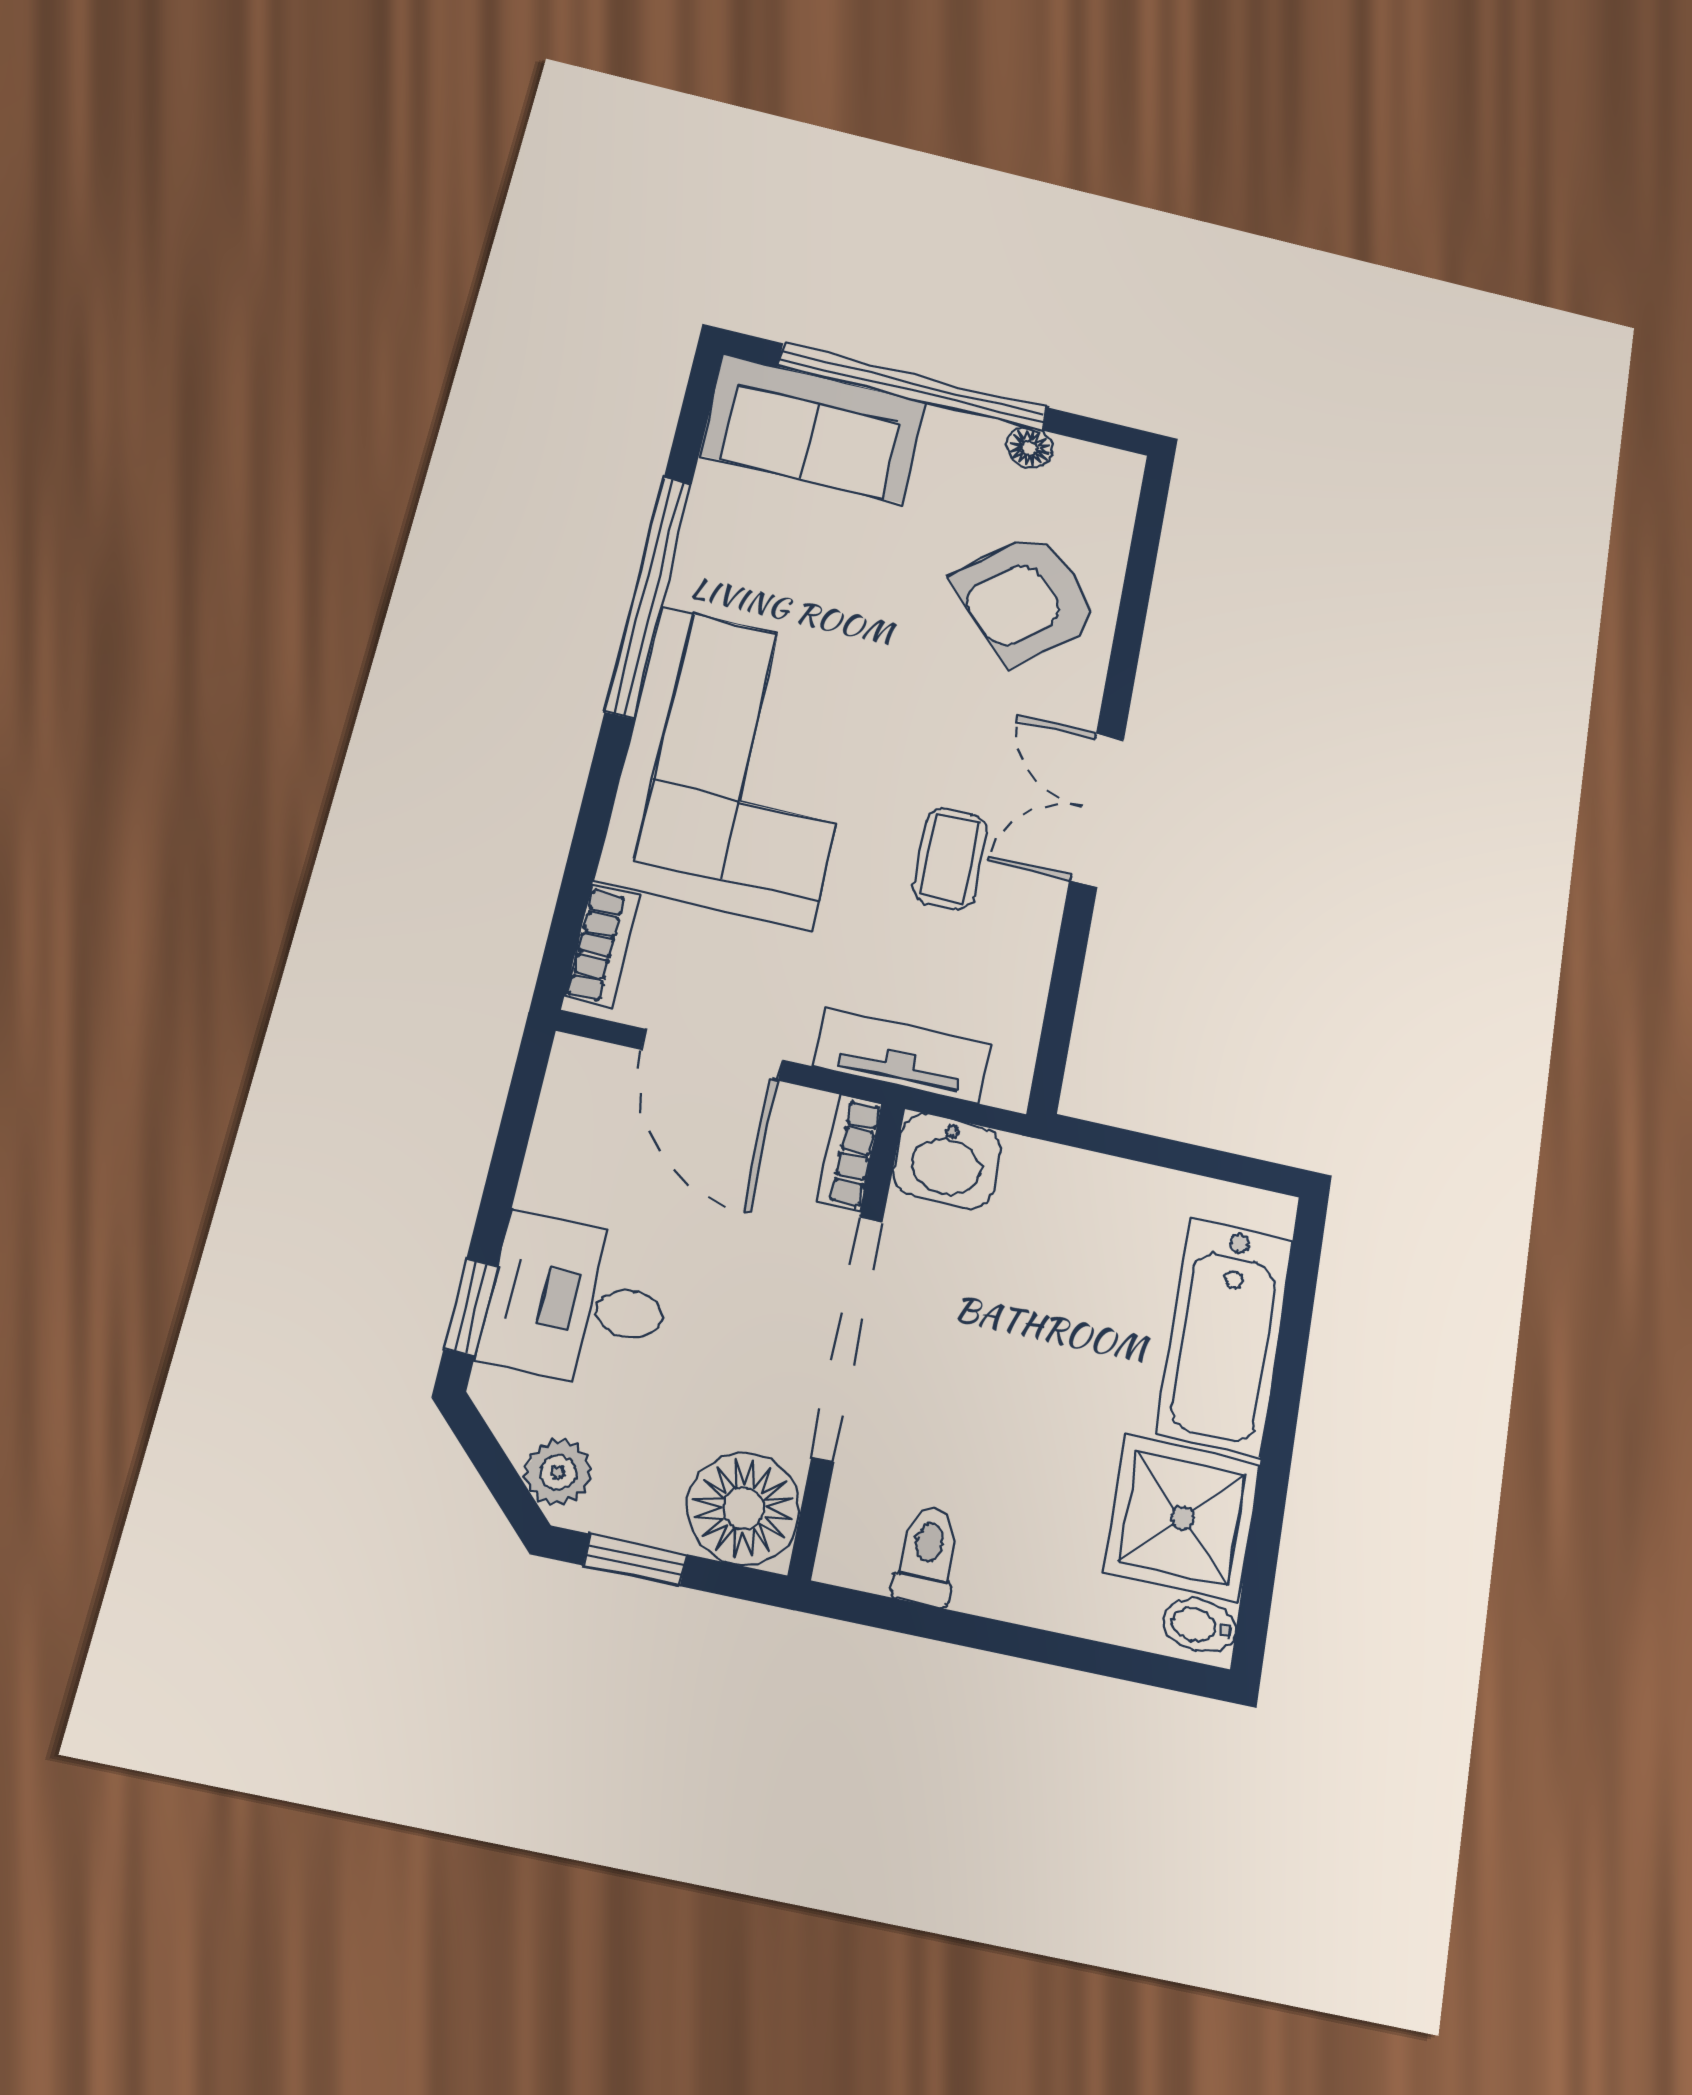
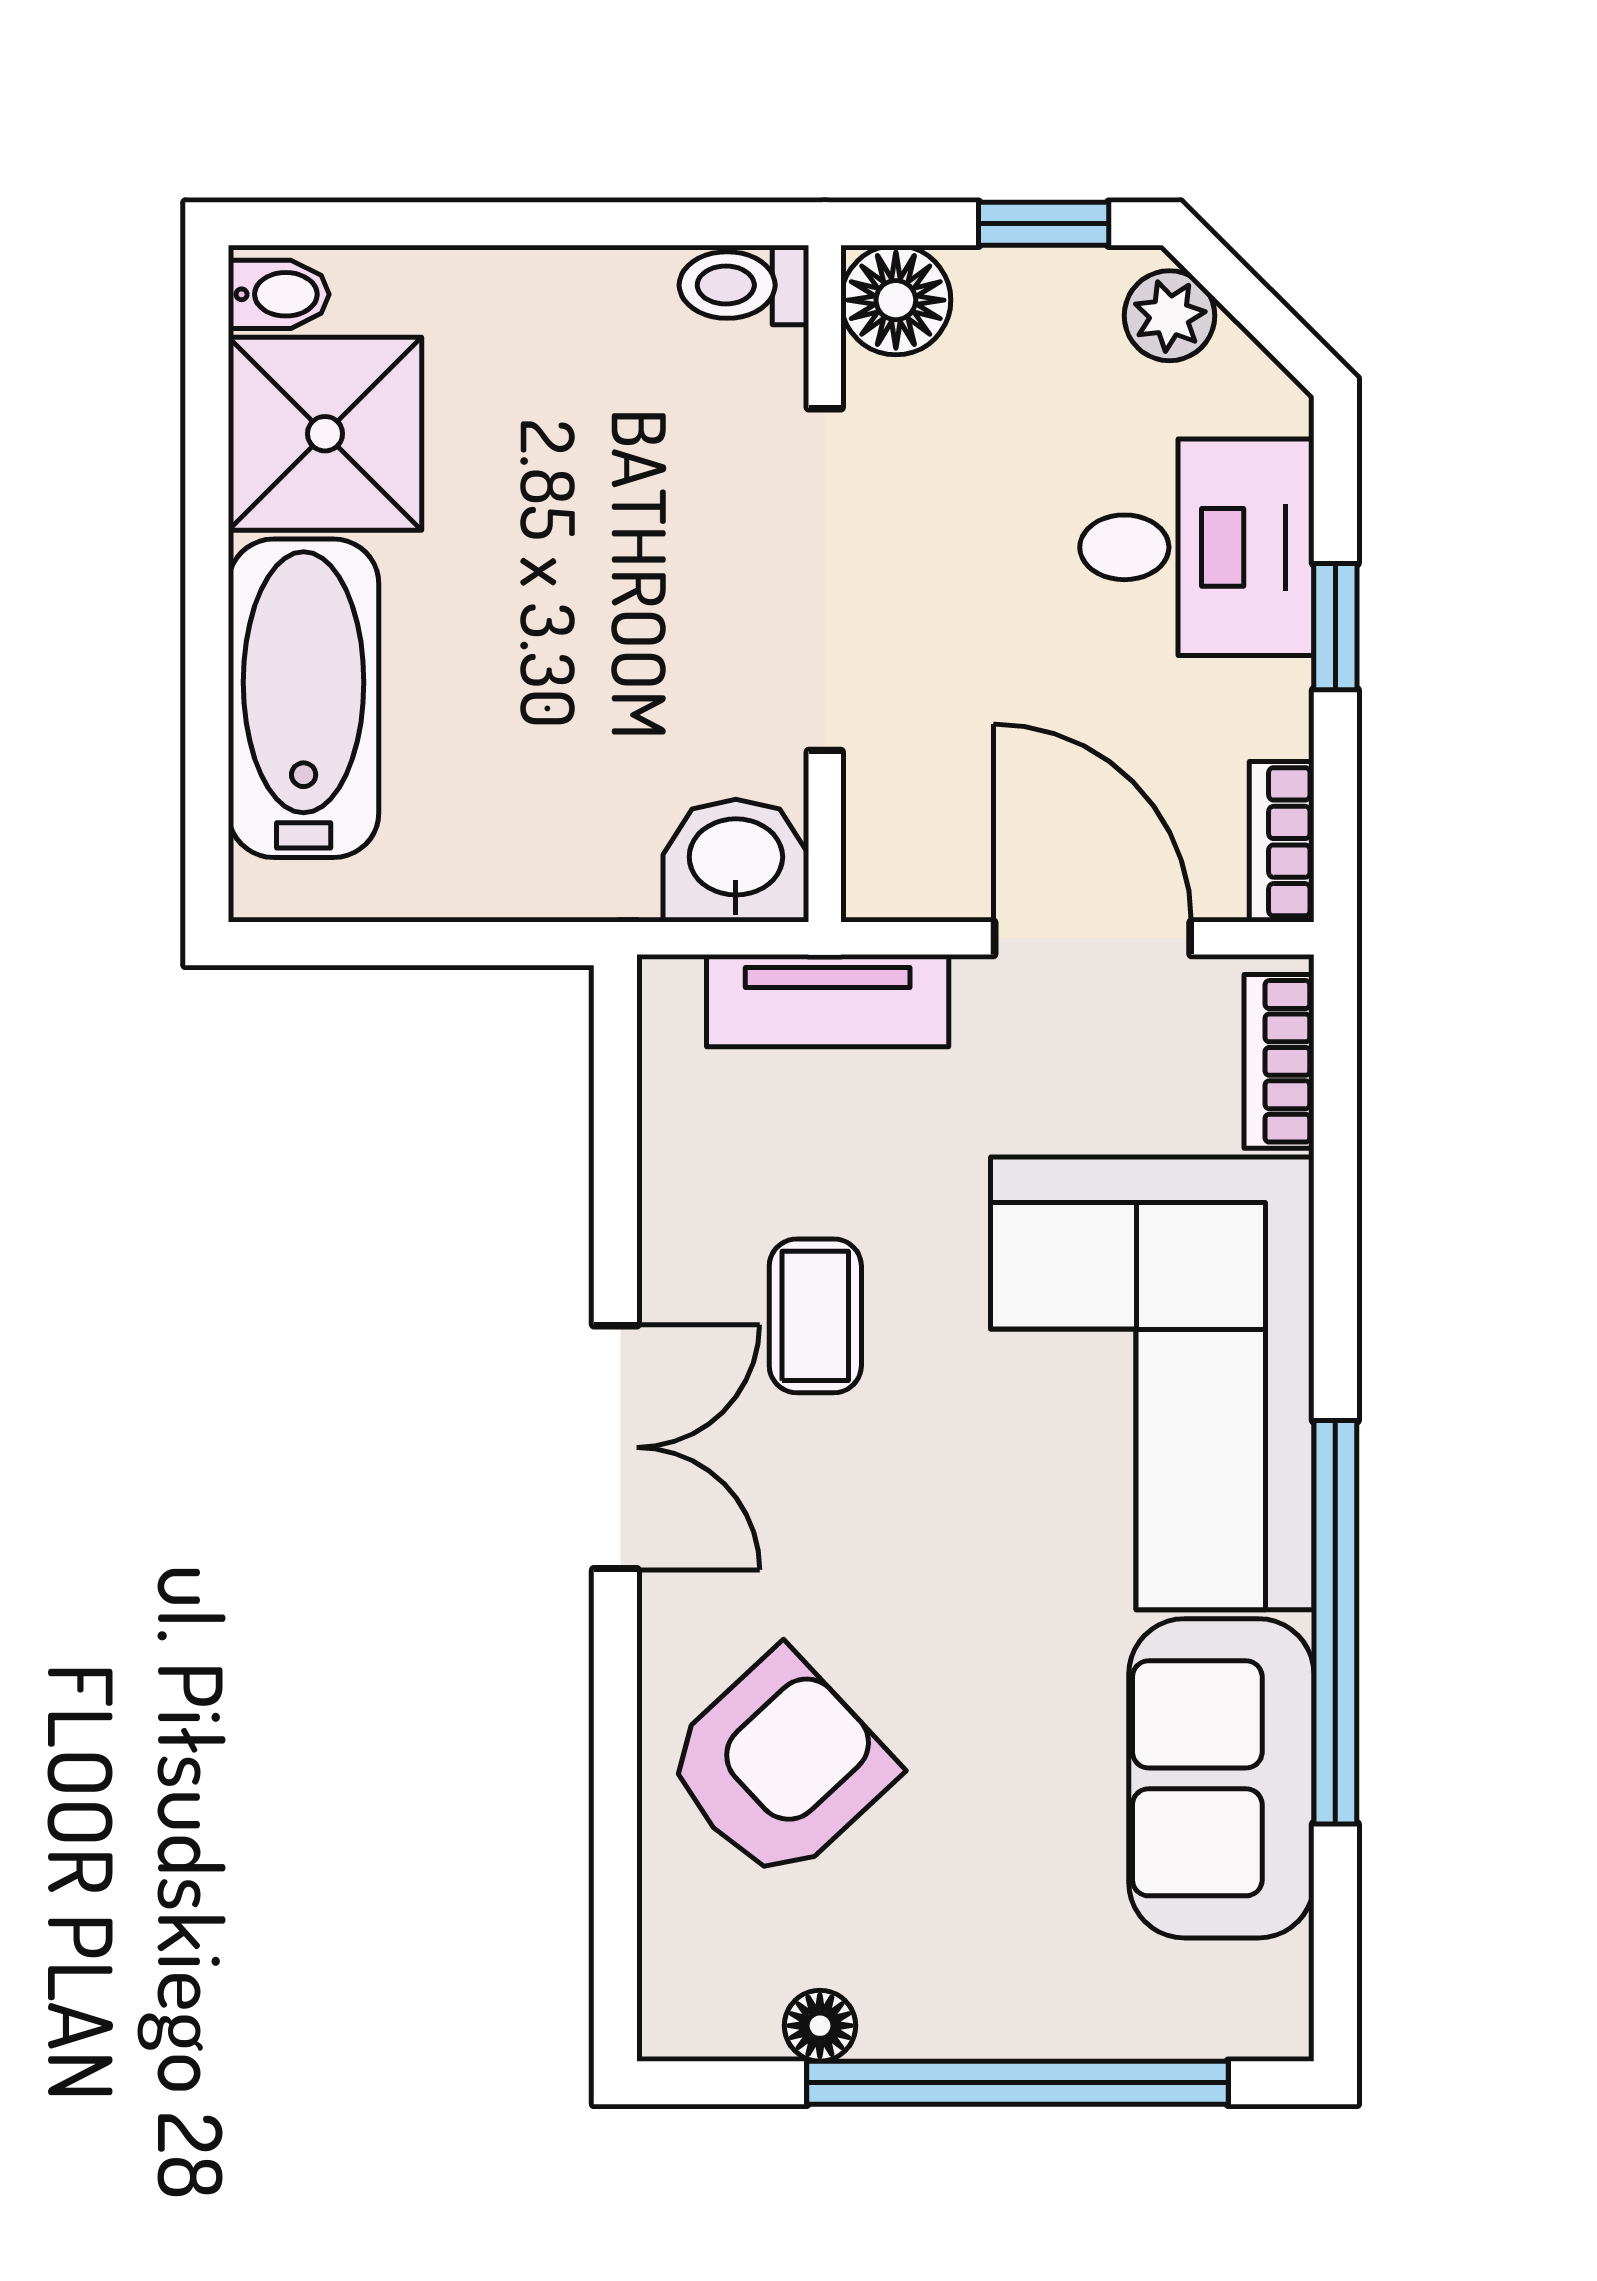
sofa: (813, 428) -> (1221, 1778), moved, turned -90
bookcase: (850, 1152) -> (1282, 842), moved, turned 180
window: (471, 1307) -> (1335, 627), moved
floor lamp: (744, 1508) -> (896, 300), width x0.73, depth x0.73
toilet: (927, 1556) -> (744, 285), moved, turned 90

